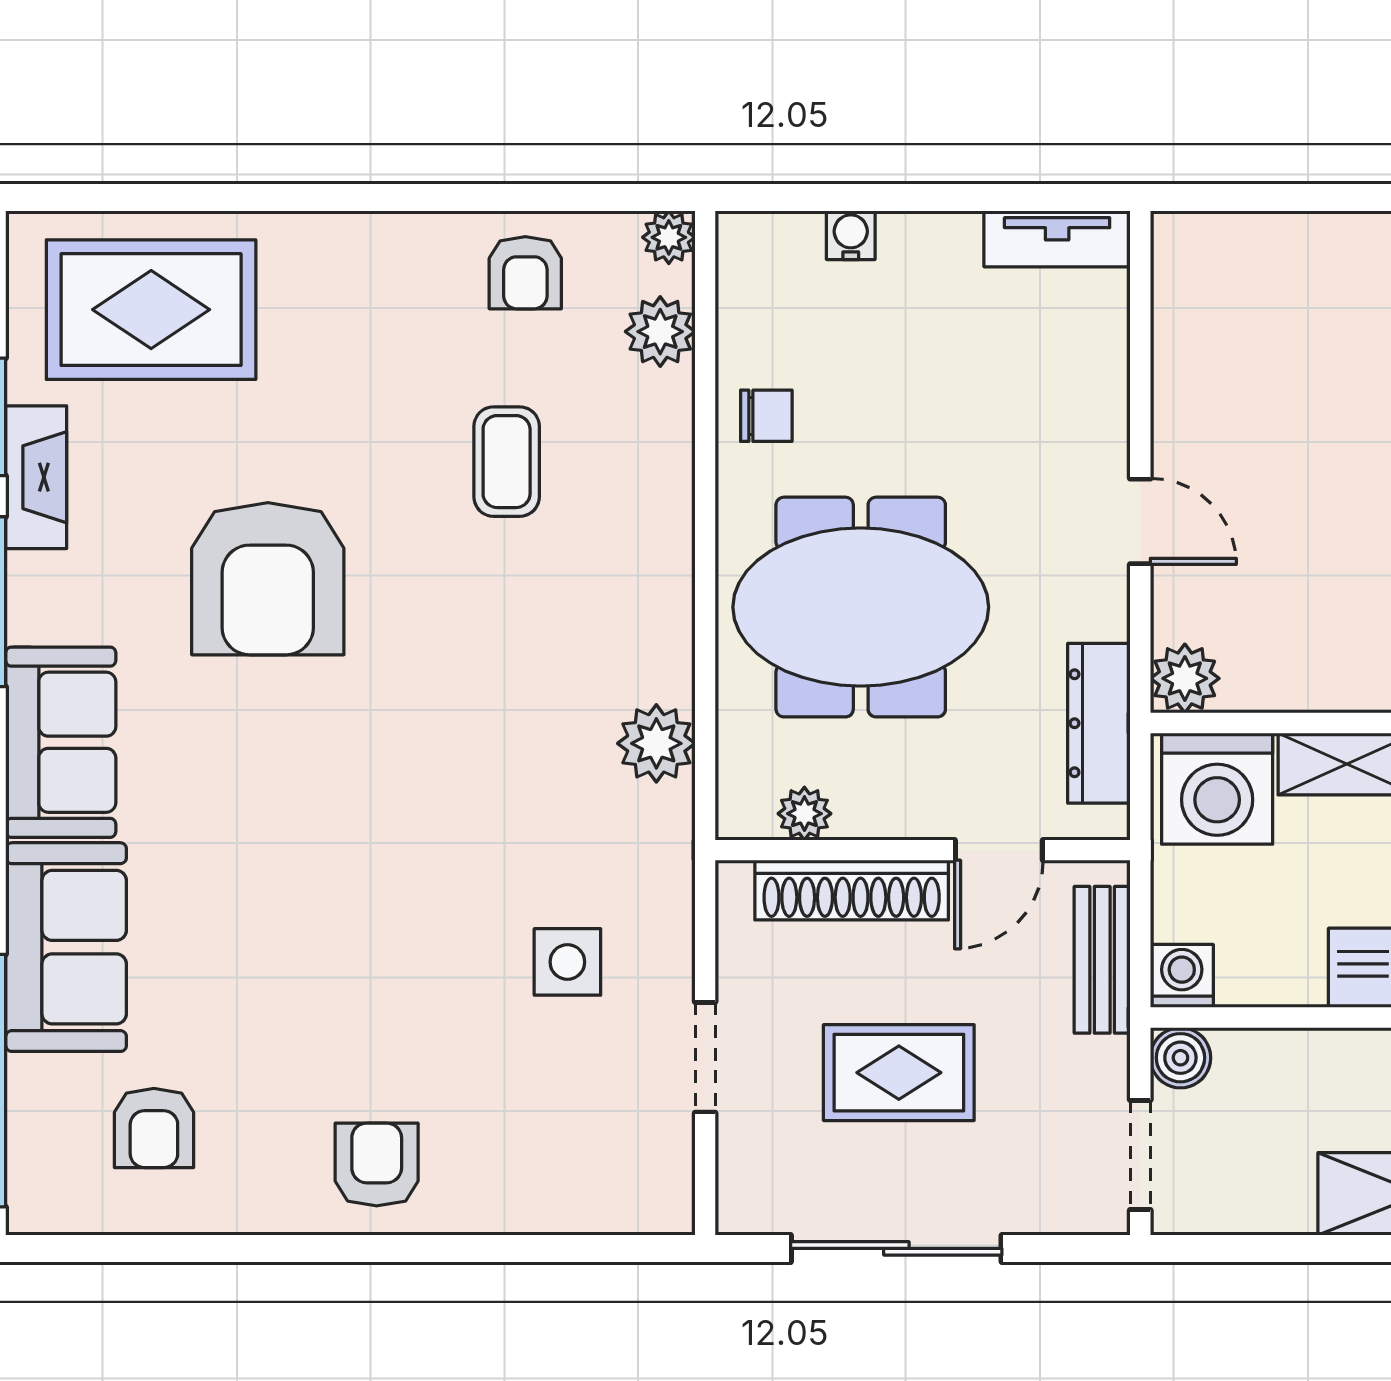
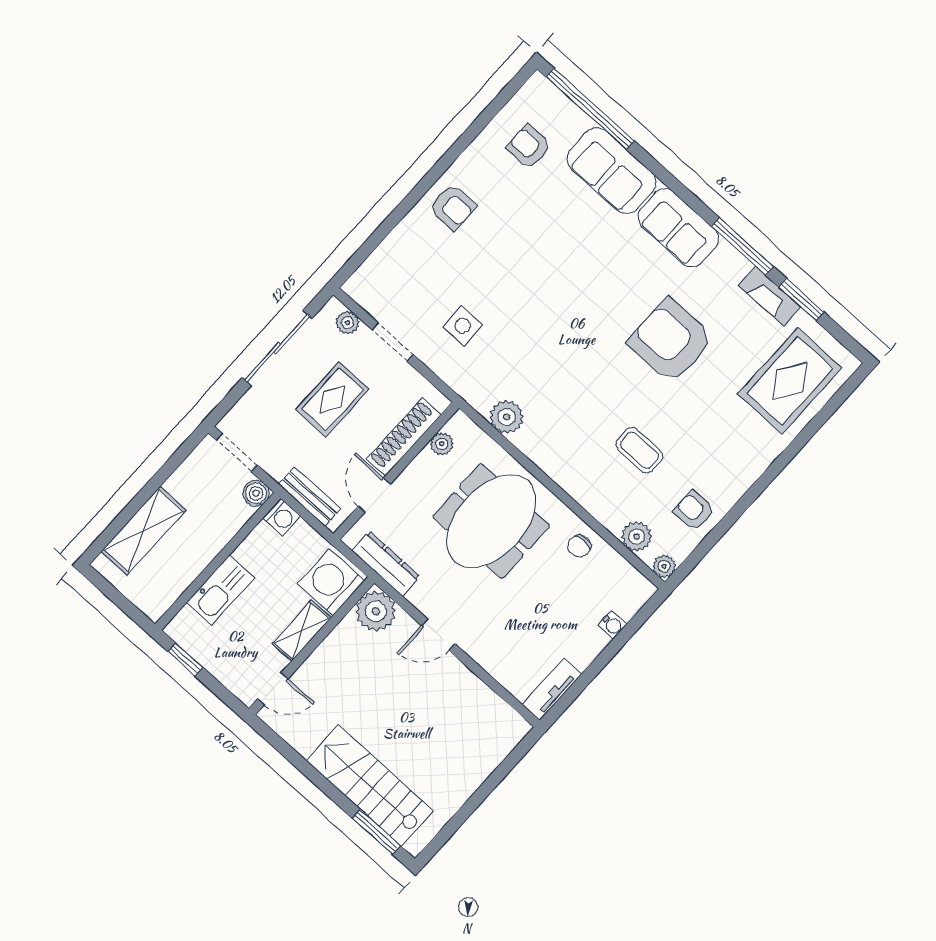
plant: (1185, 678) -> (376, 611), width x1.36, depth x1.36
plant: (742, 1166) -> (347, 323), added

